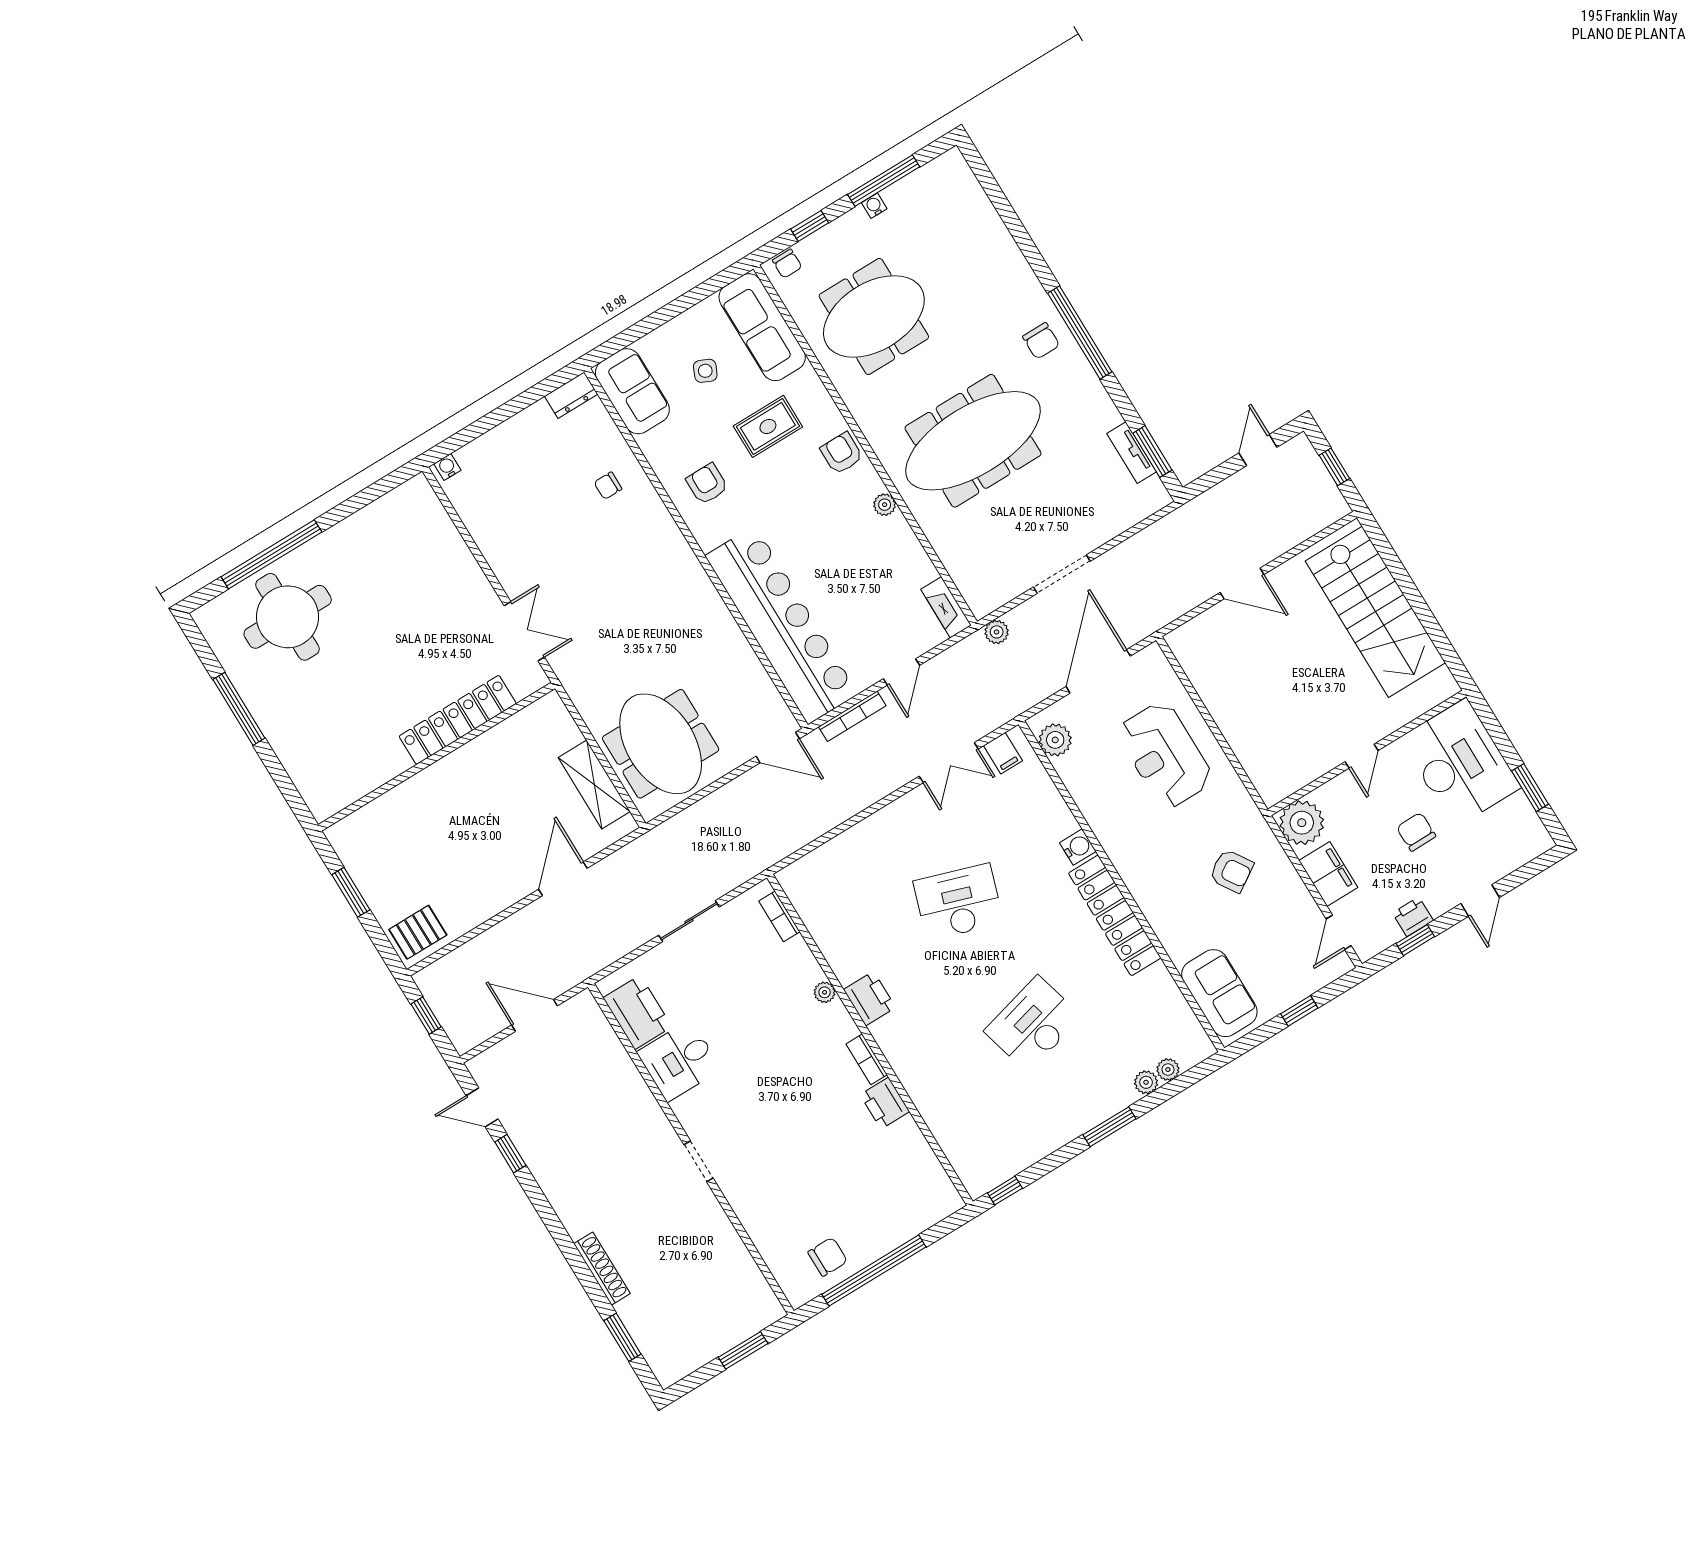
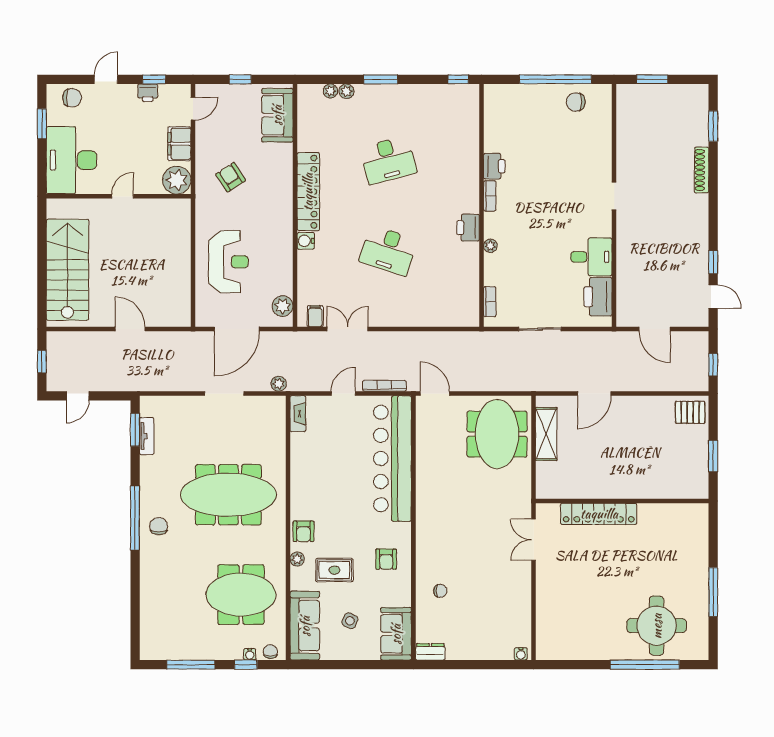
water cooler: (874, 206) -> (250, 654), moved
plant: (885, 505) -> (297, 559), moved
chair: (1416, 832) -> (72, 98), moved, turned -89

